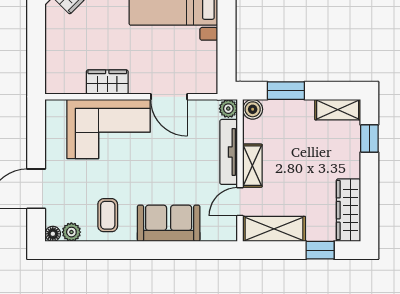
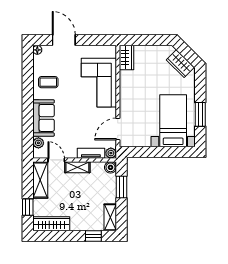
wardrobe: (107, 82) -> (127, 58), moved
door: (169, 97) -> (118, 129), moved
tv unit: (229, 152) -> (91, 153), width x0.71
plant: (71, 232) -> (38, 143), moved

